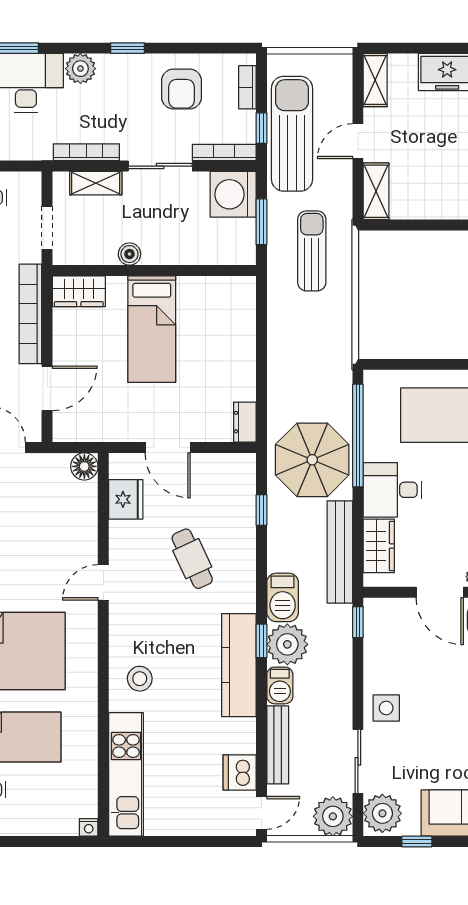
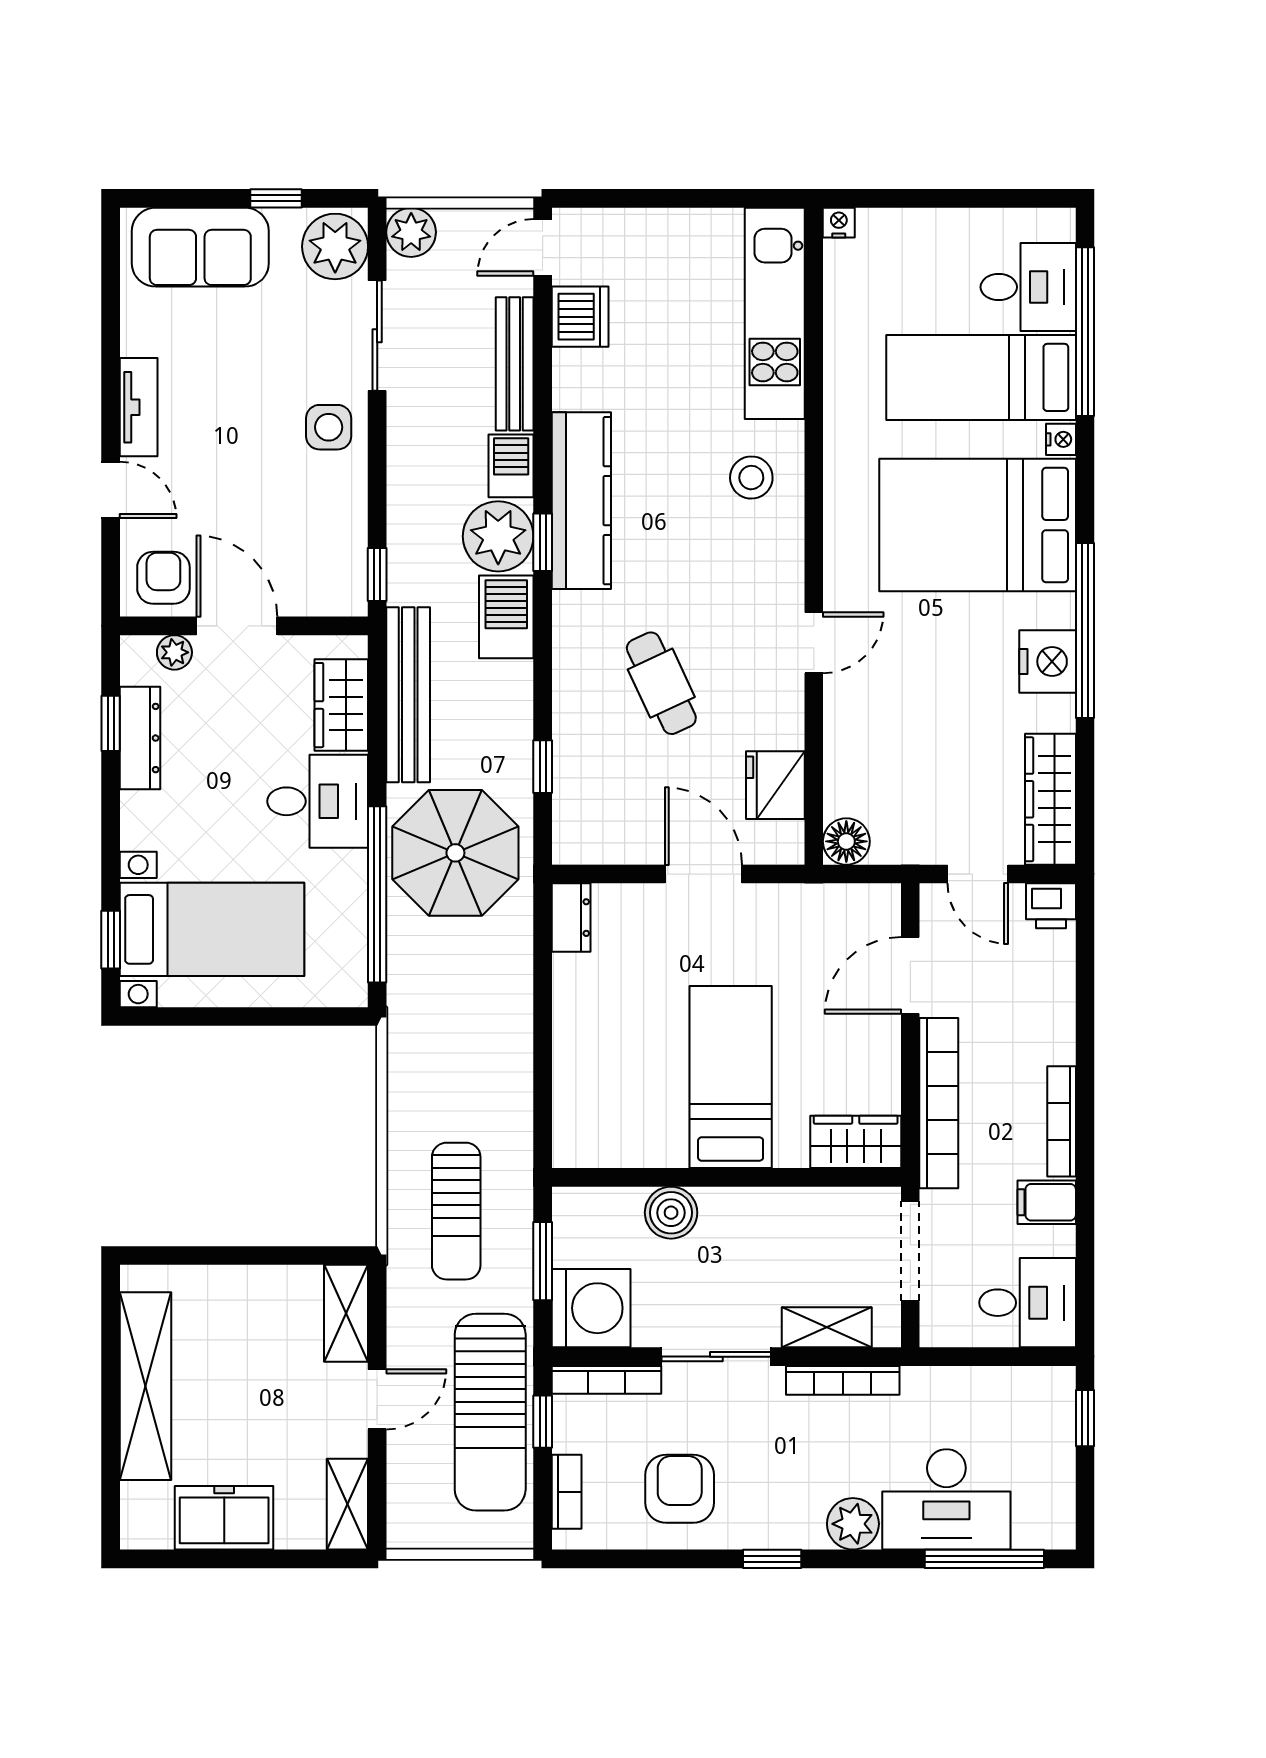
doorway: (47, 228) -> (910, 1251), width x1.38
boiler: (129, 254) -> (671, 1213), moved, width x1.36, depth x1.36
plant: (333, 816) -> (411, 232), width x0.73, depth x0.73

